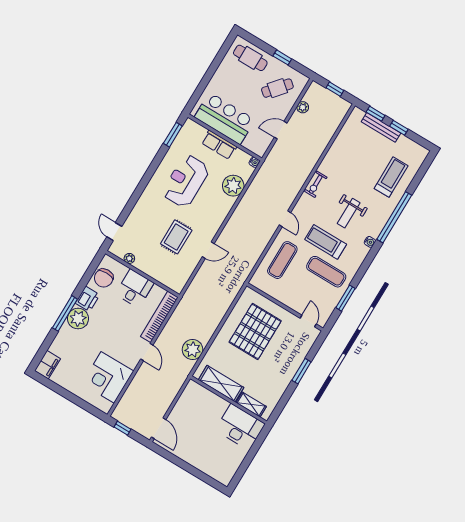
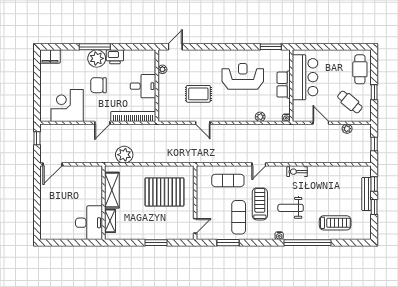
plant: (233, 186) -> (260, 117), width x0.53, depth x0.53
chair: (104, 278) -> (98, 85), moved

